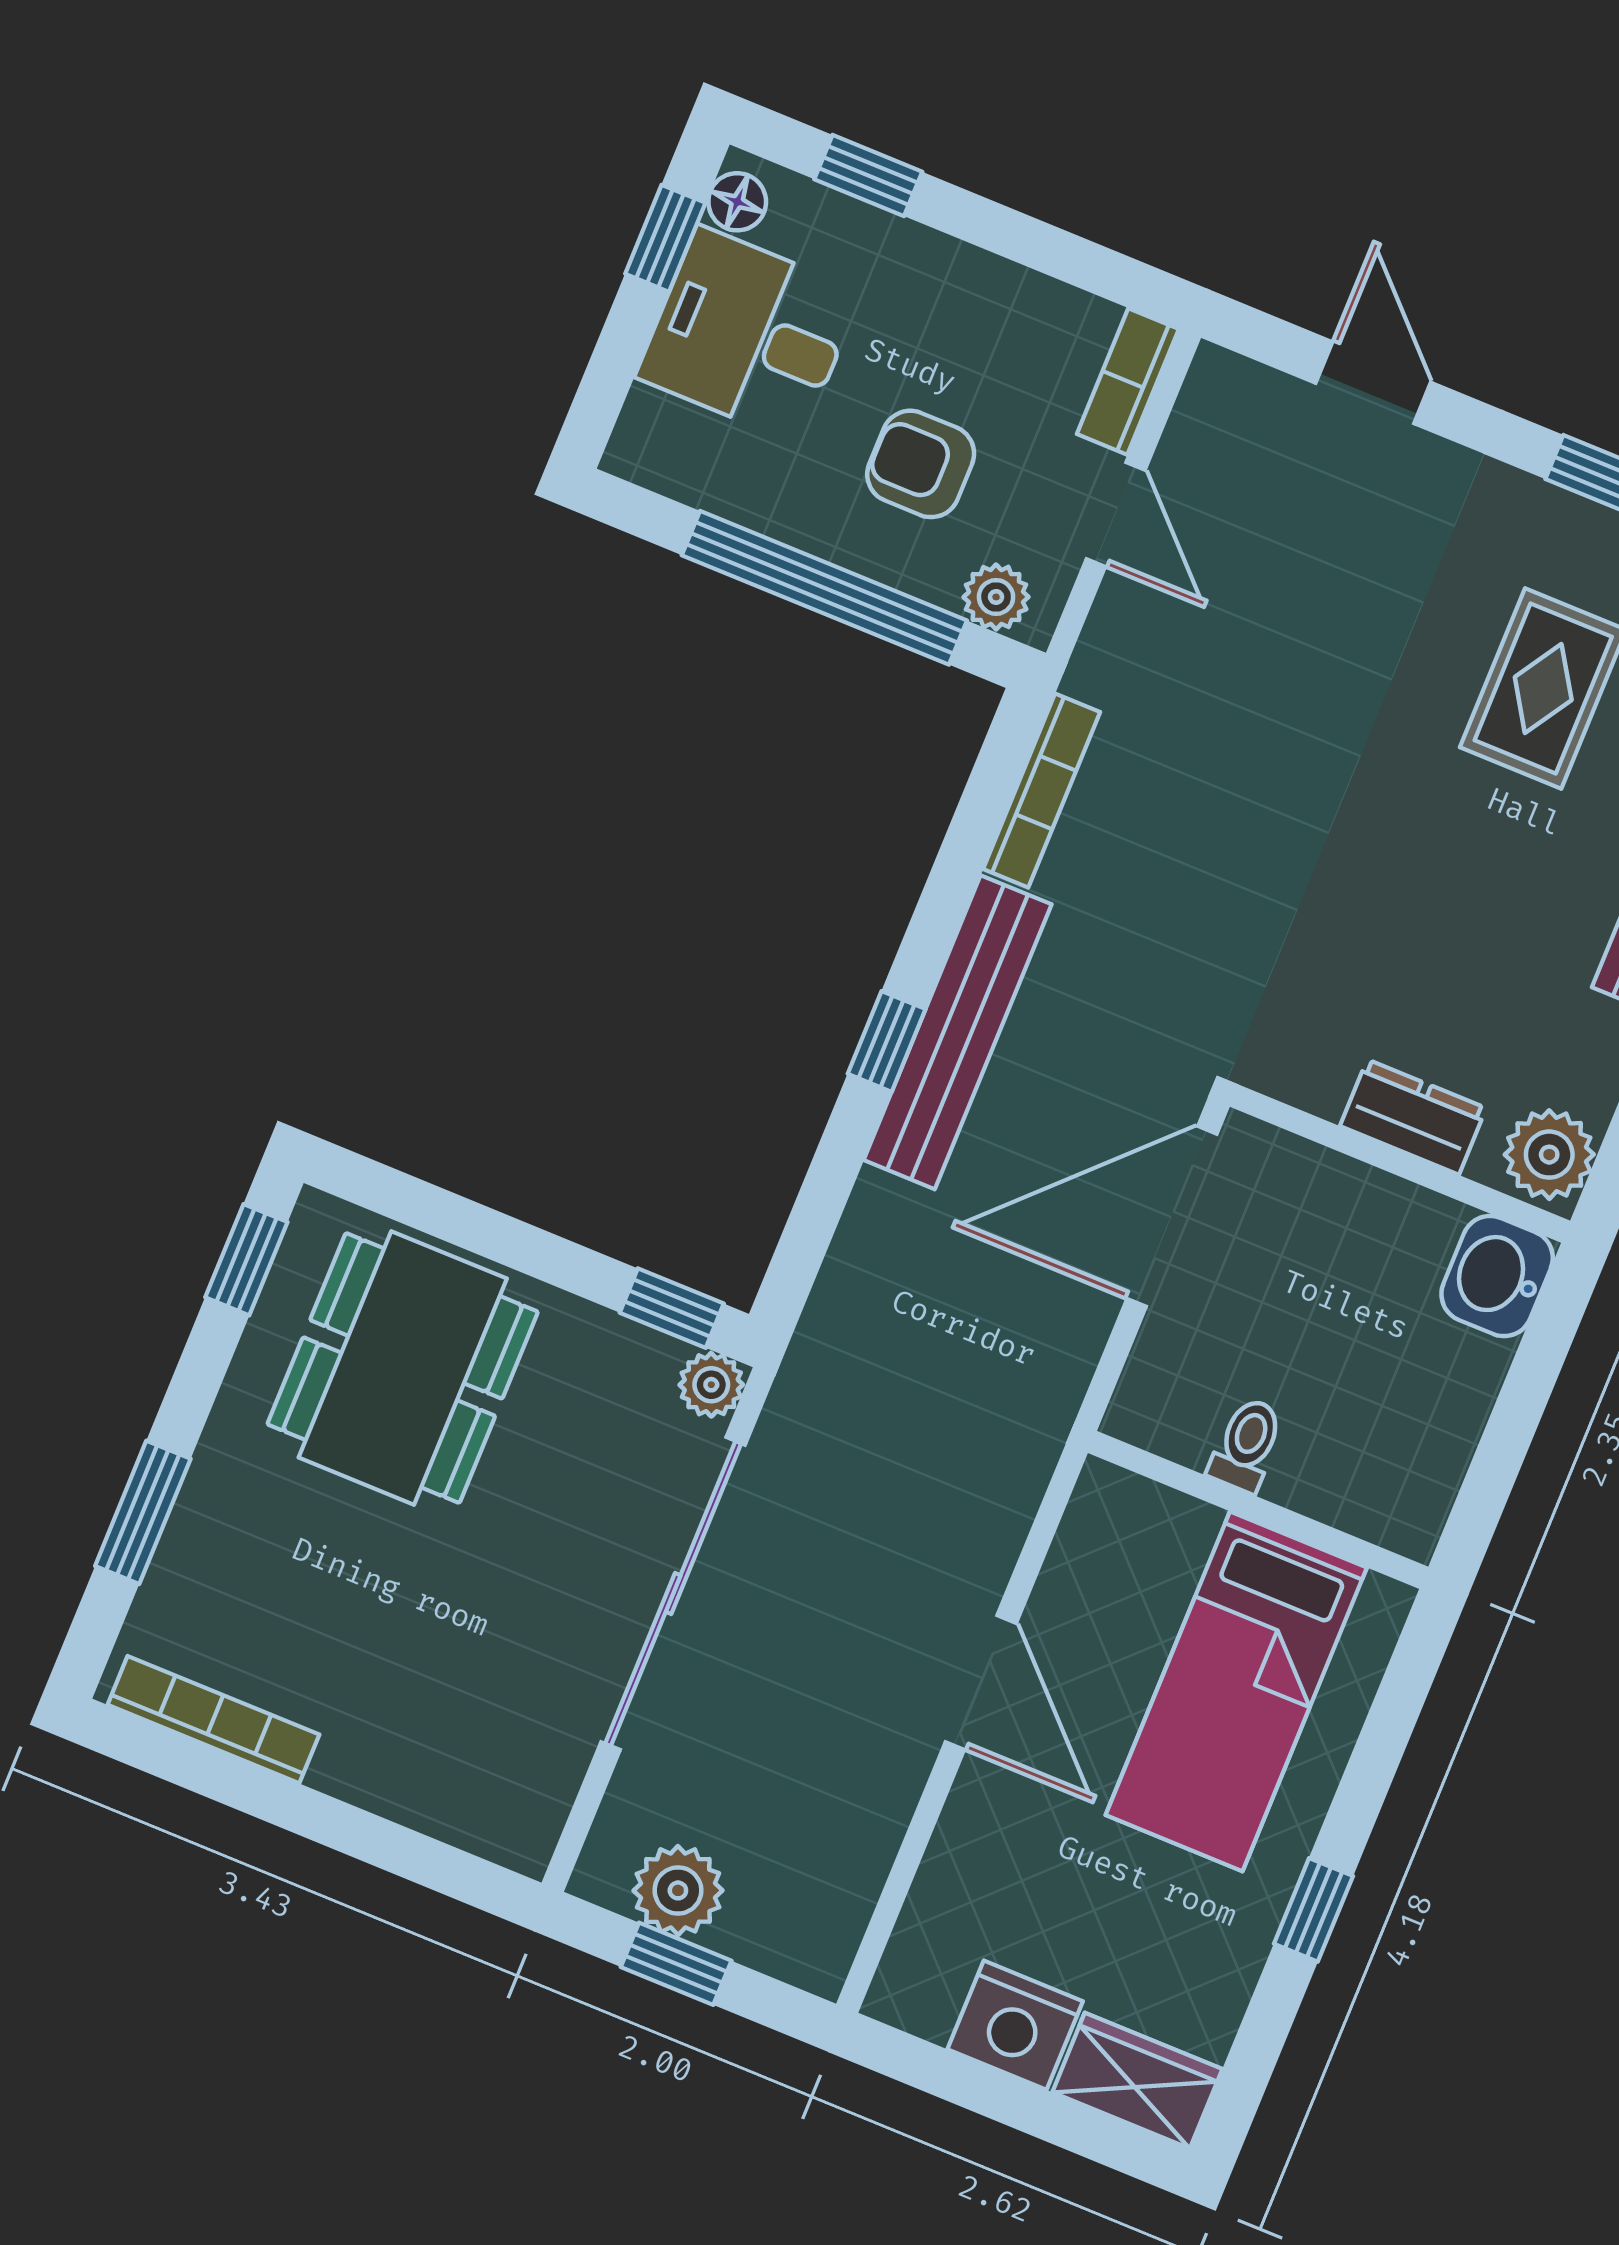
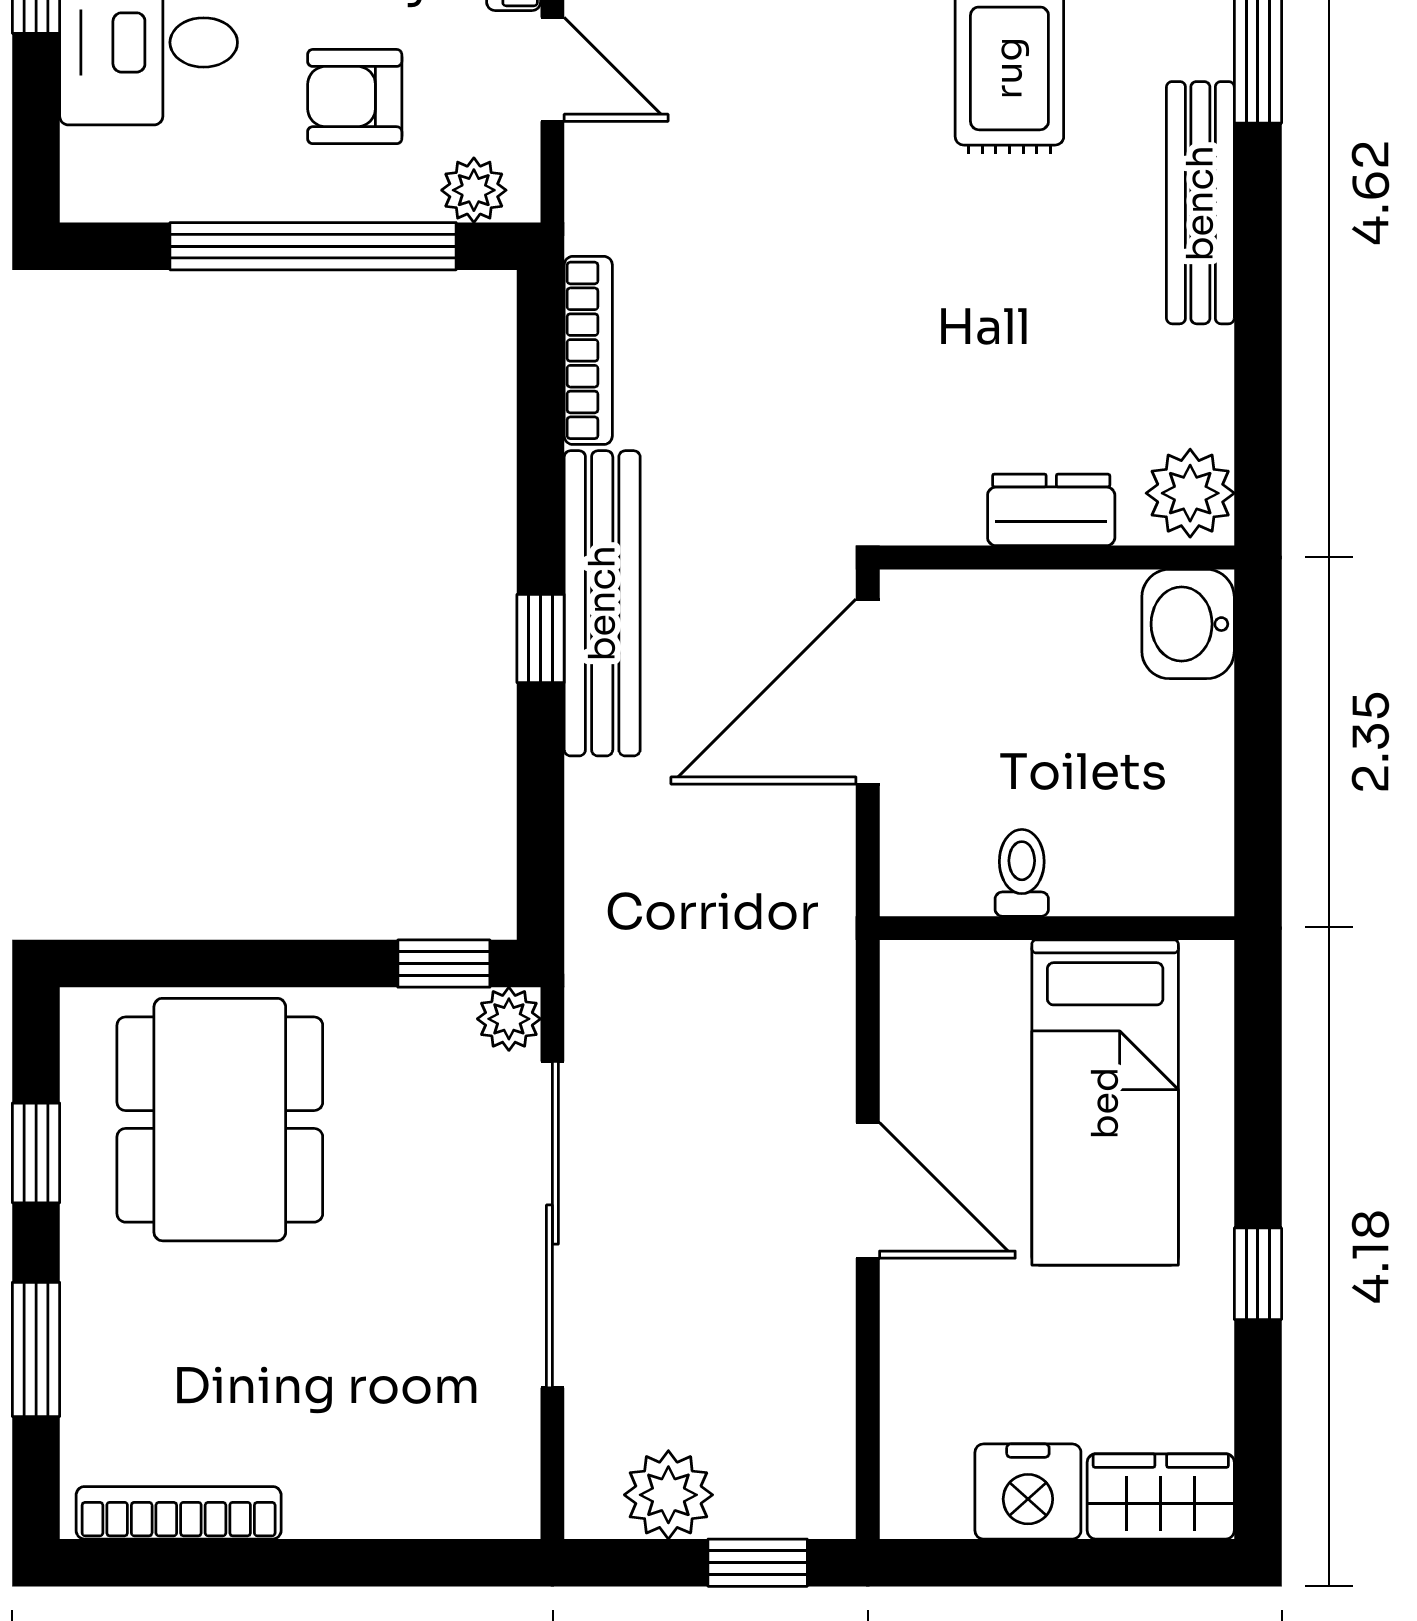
window: (246, 1260) -> (36, 1153), moved
window: (676, 1964) -> (758, 1563), moved

